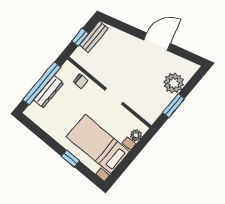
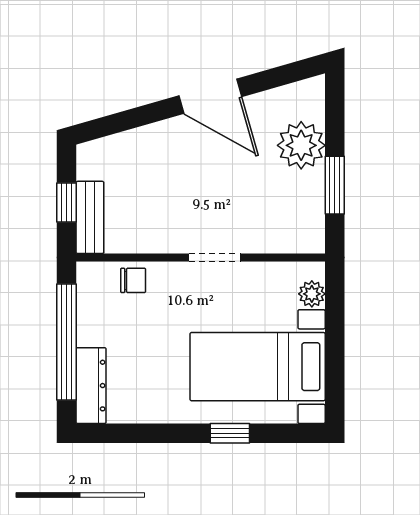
bench: (94, 37) -> (90, 217), moved
door: (157, 42) -> (210, 96), swing flipped
dresser: (48, 92) -> (91, 386), moved

